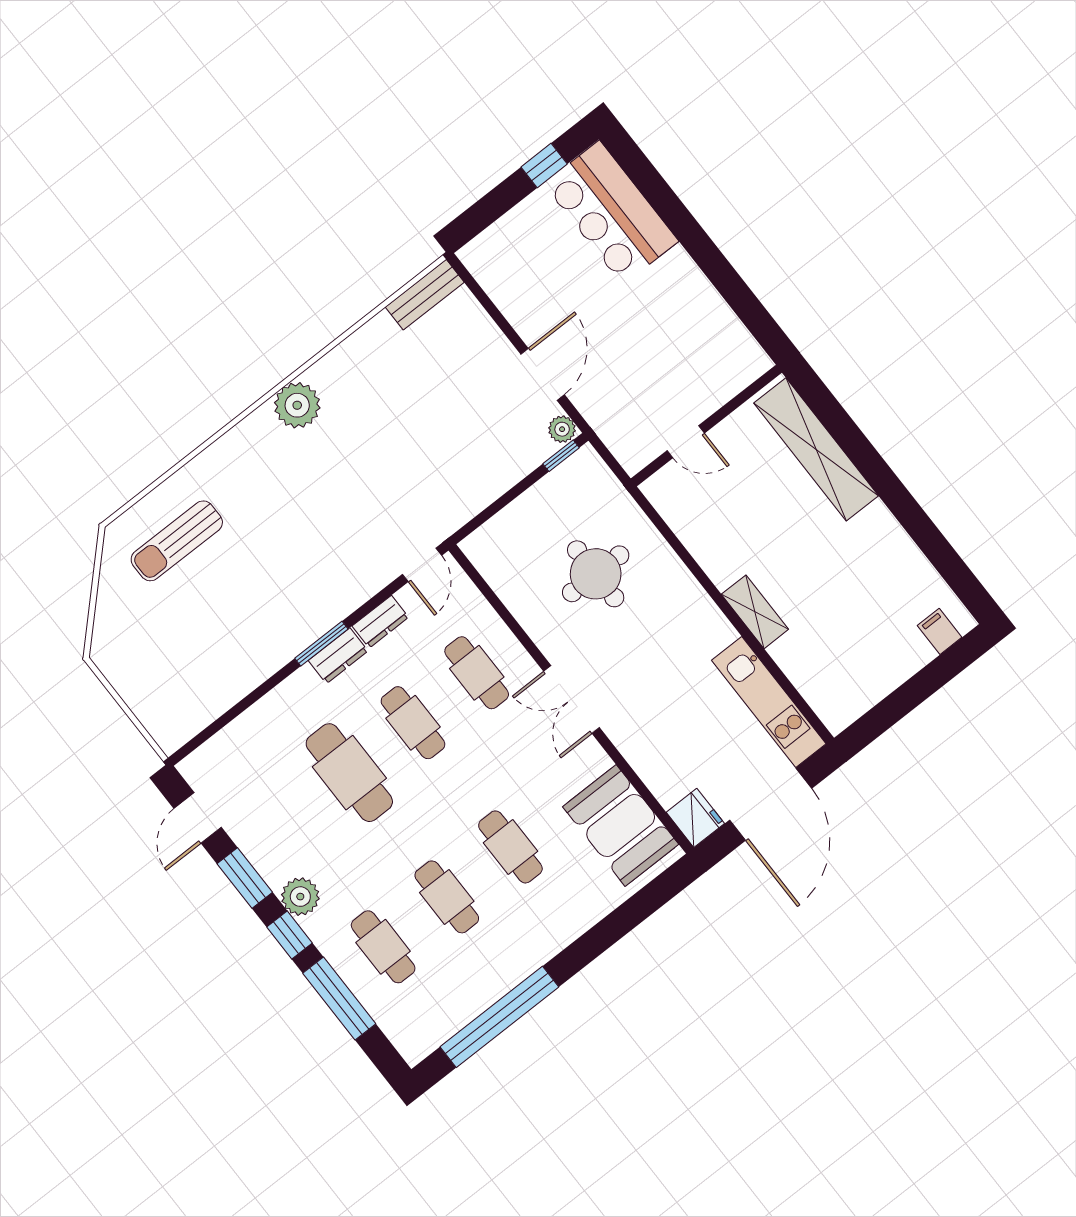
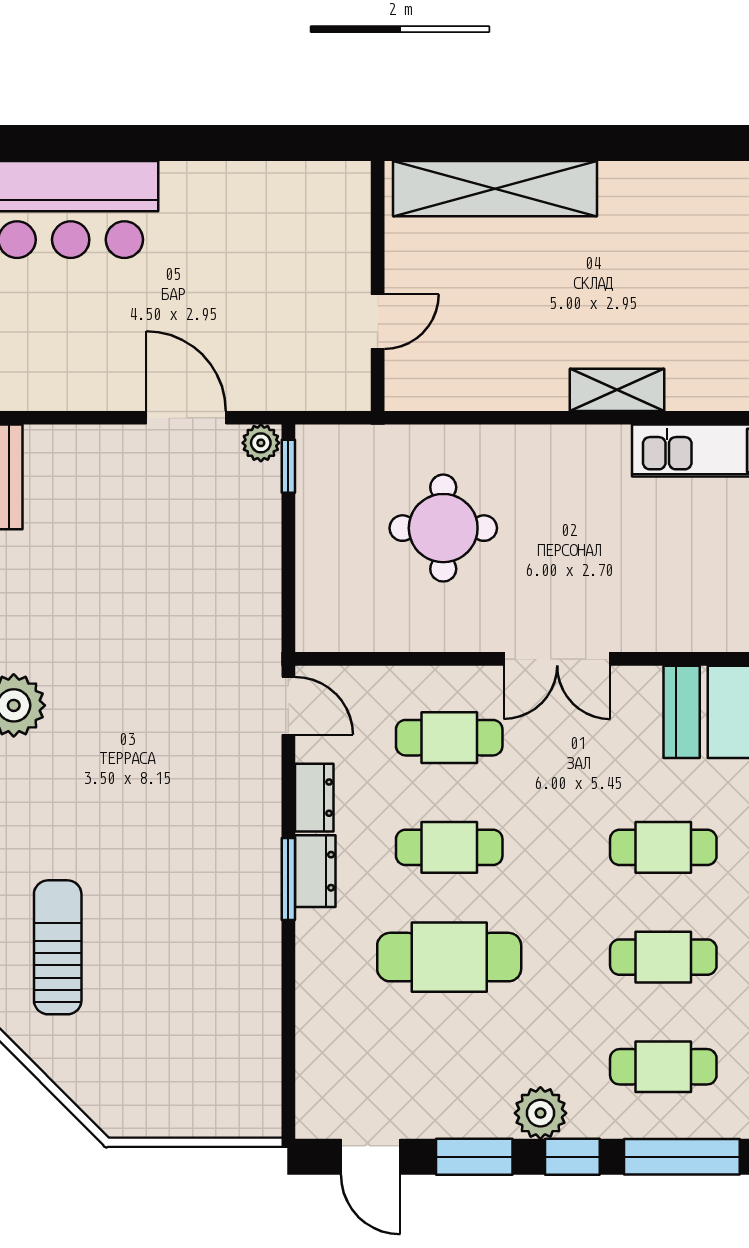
sun lounger: (177, 541) -> (58, 947), turned 180

